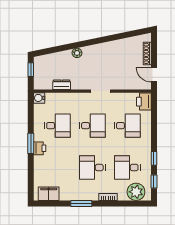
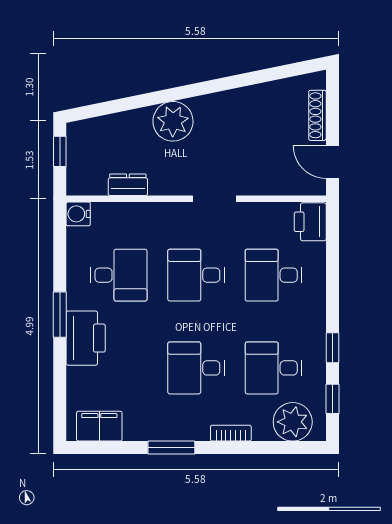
plant: (77, 53) -> (173, 121), width x1.87, depth x1.87
desk: (92, 126) -> (196, 275), turned 180
desk: (127, 126) -> (273, 275), turned 180
printer: (40, 148) -> (86, 338), width x1.87, depth x1.48

